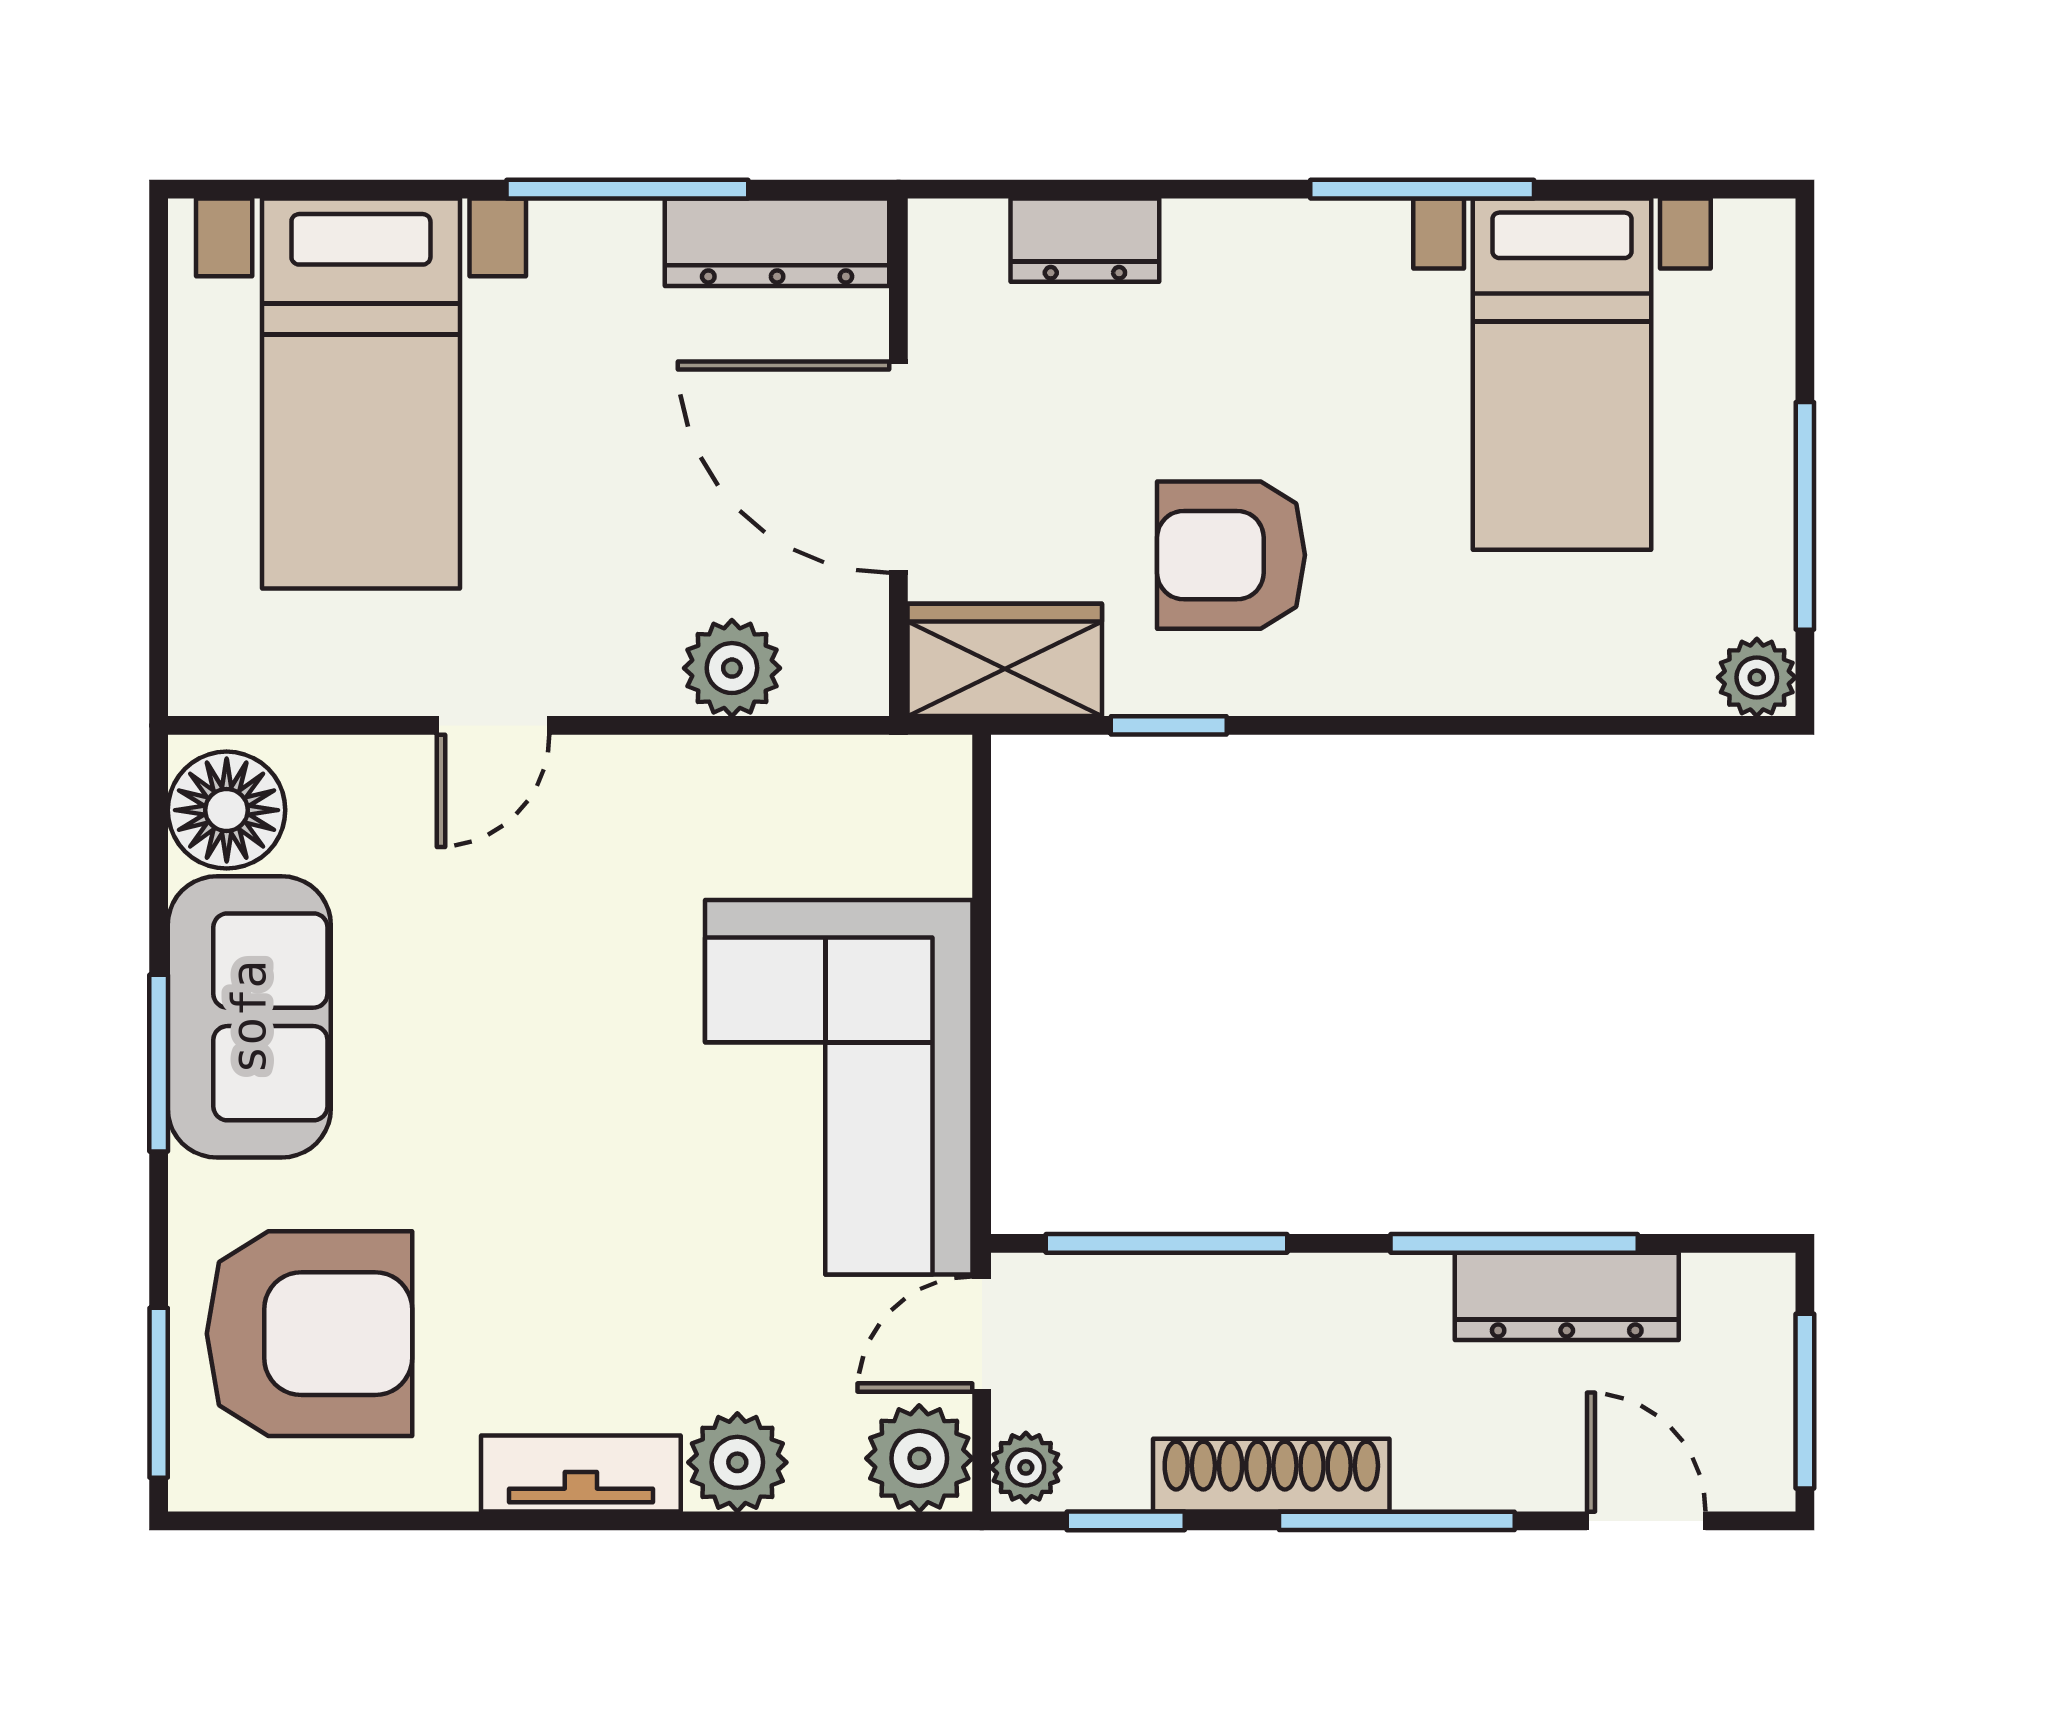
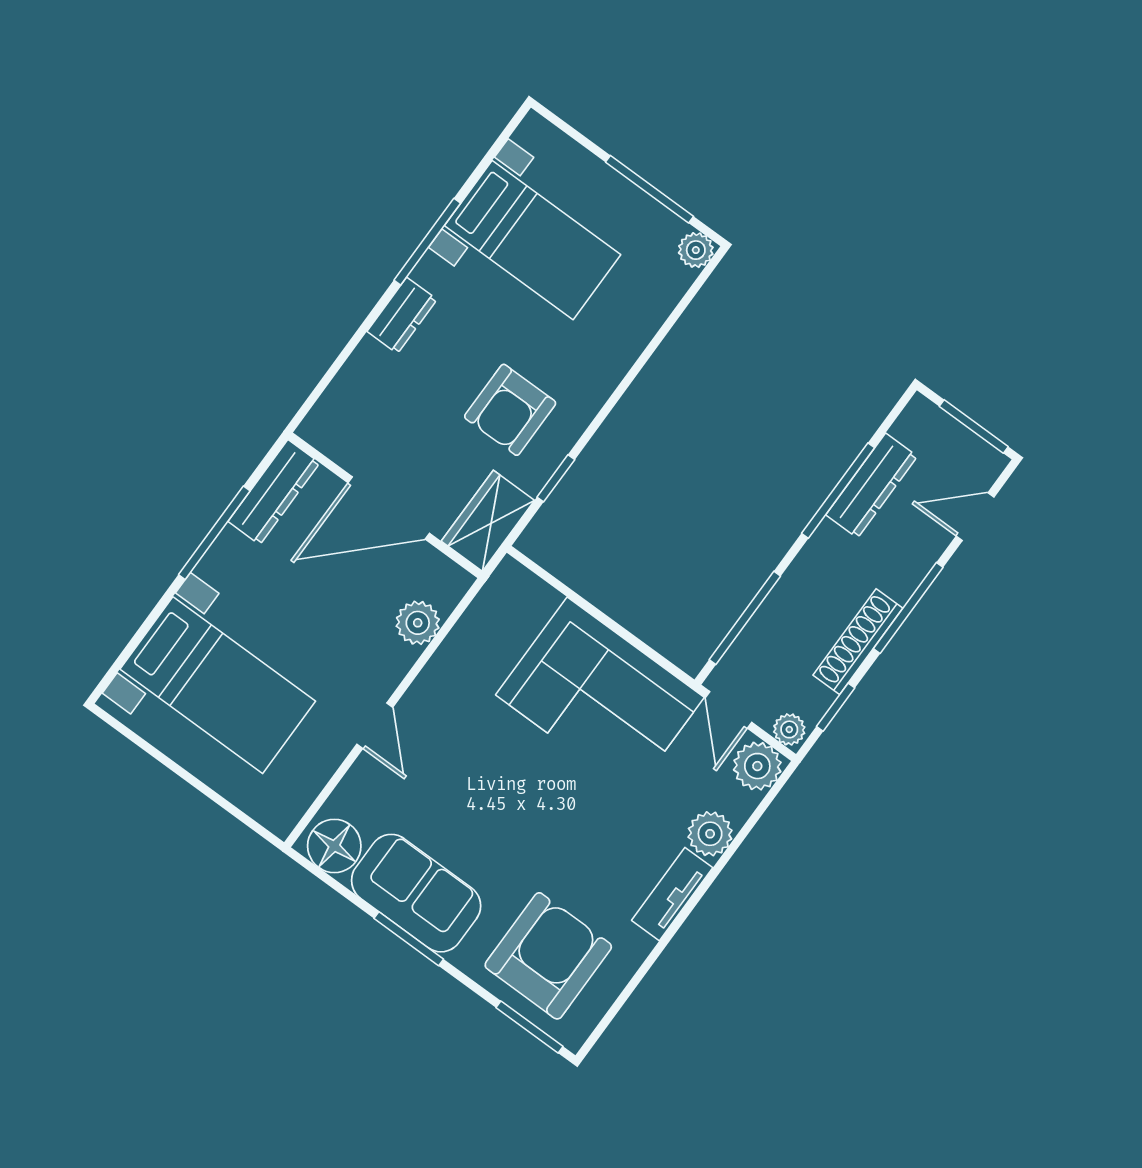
dresser: (1085, 240) -> (402, 315), moved

